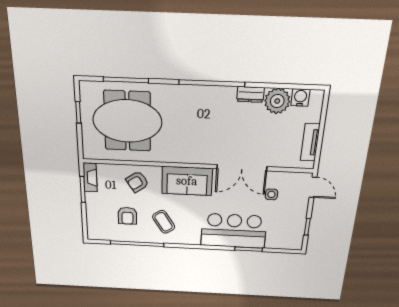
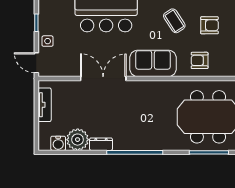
armchair: (137, 182) -> (200, 60), turned -146
side table: (271, 194) -> (48, 41), moved
armchair: (127, 216) -> (209, 25), turned 90

